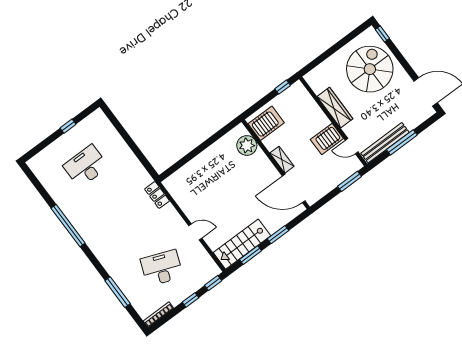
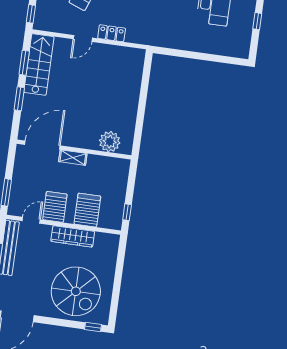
server rack: (266, 123) -> (87, 210), moved, turned 180
locker: (157, 195) -> (112, 33), moved

